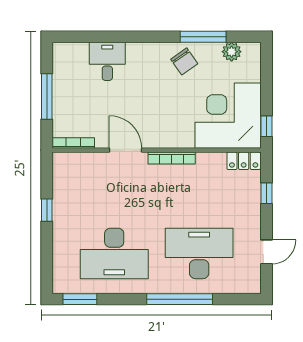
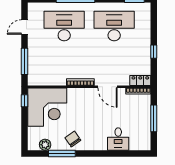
locker: (244, 161) -> (140, 80), moved
window: (267, 193) -> (25, 61), width x2.17
desk: (199, 253) -> (64, 26), turned 180

